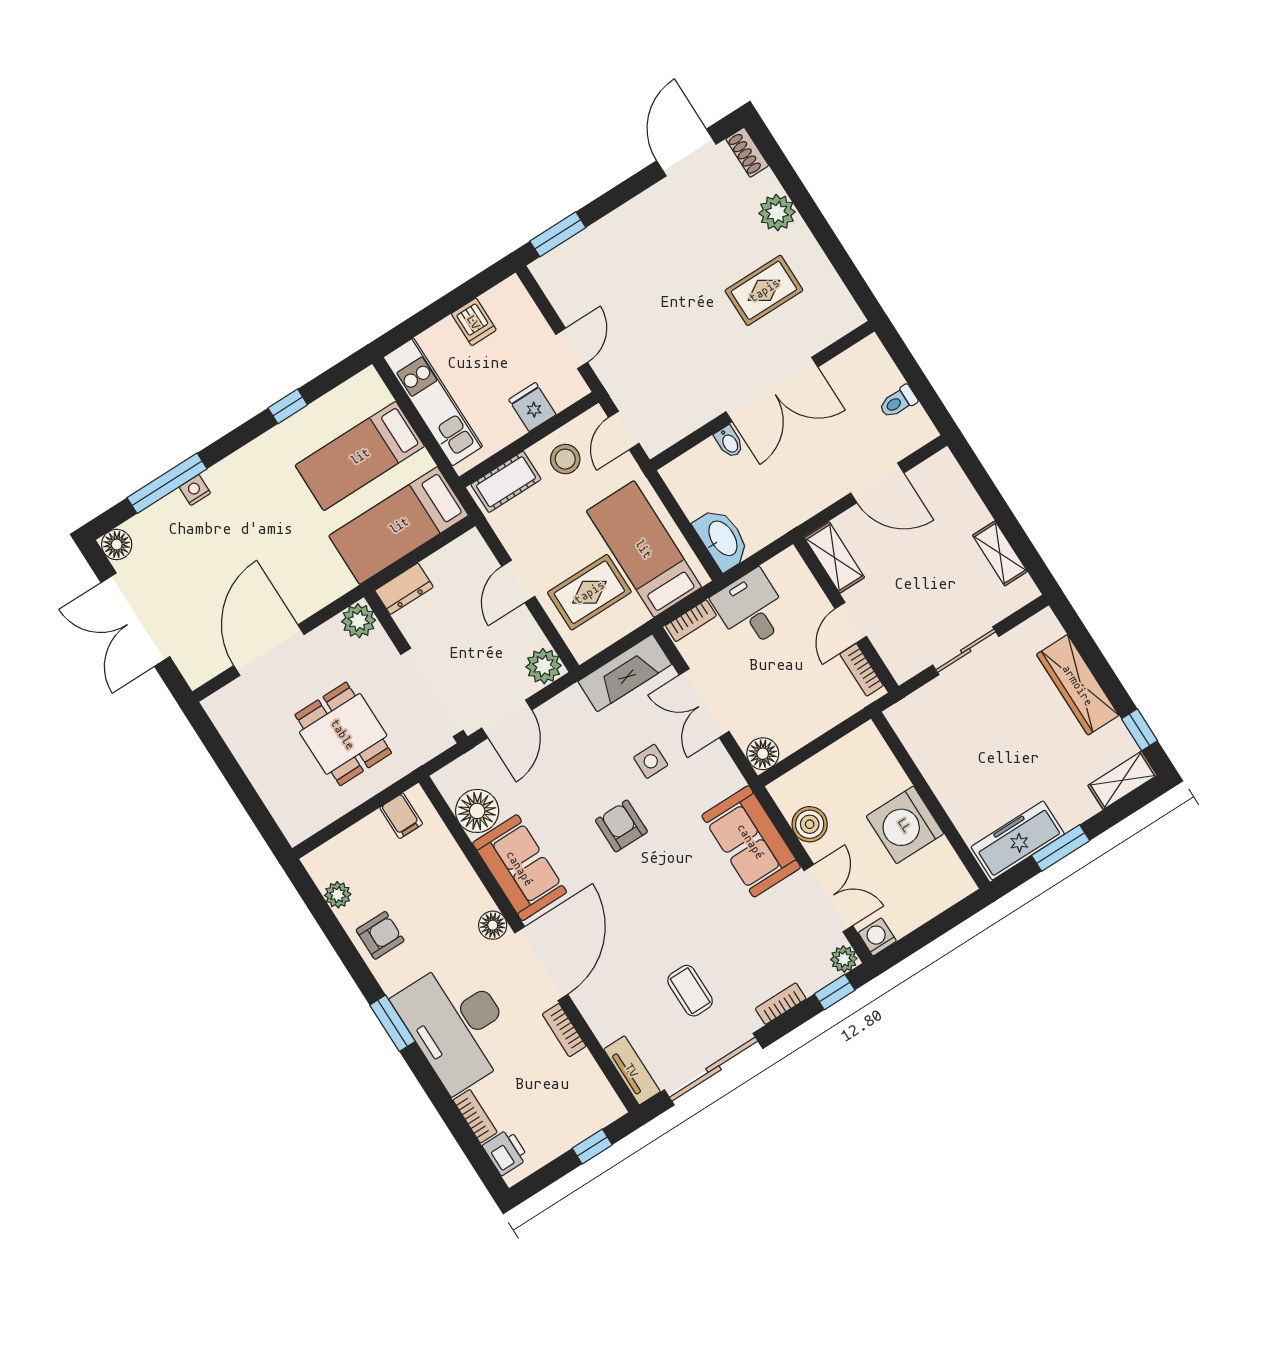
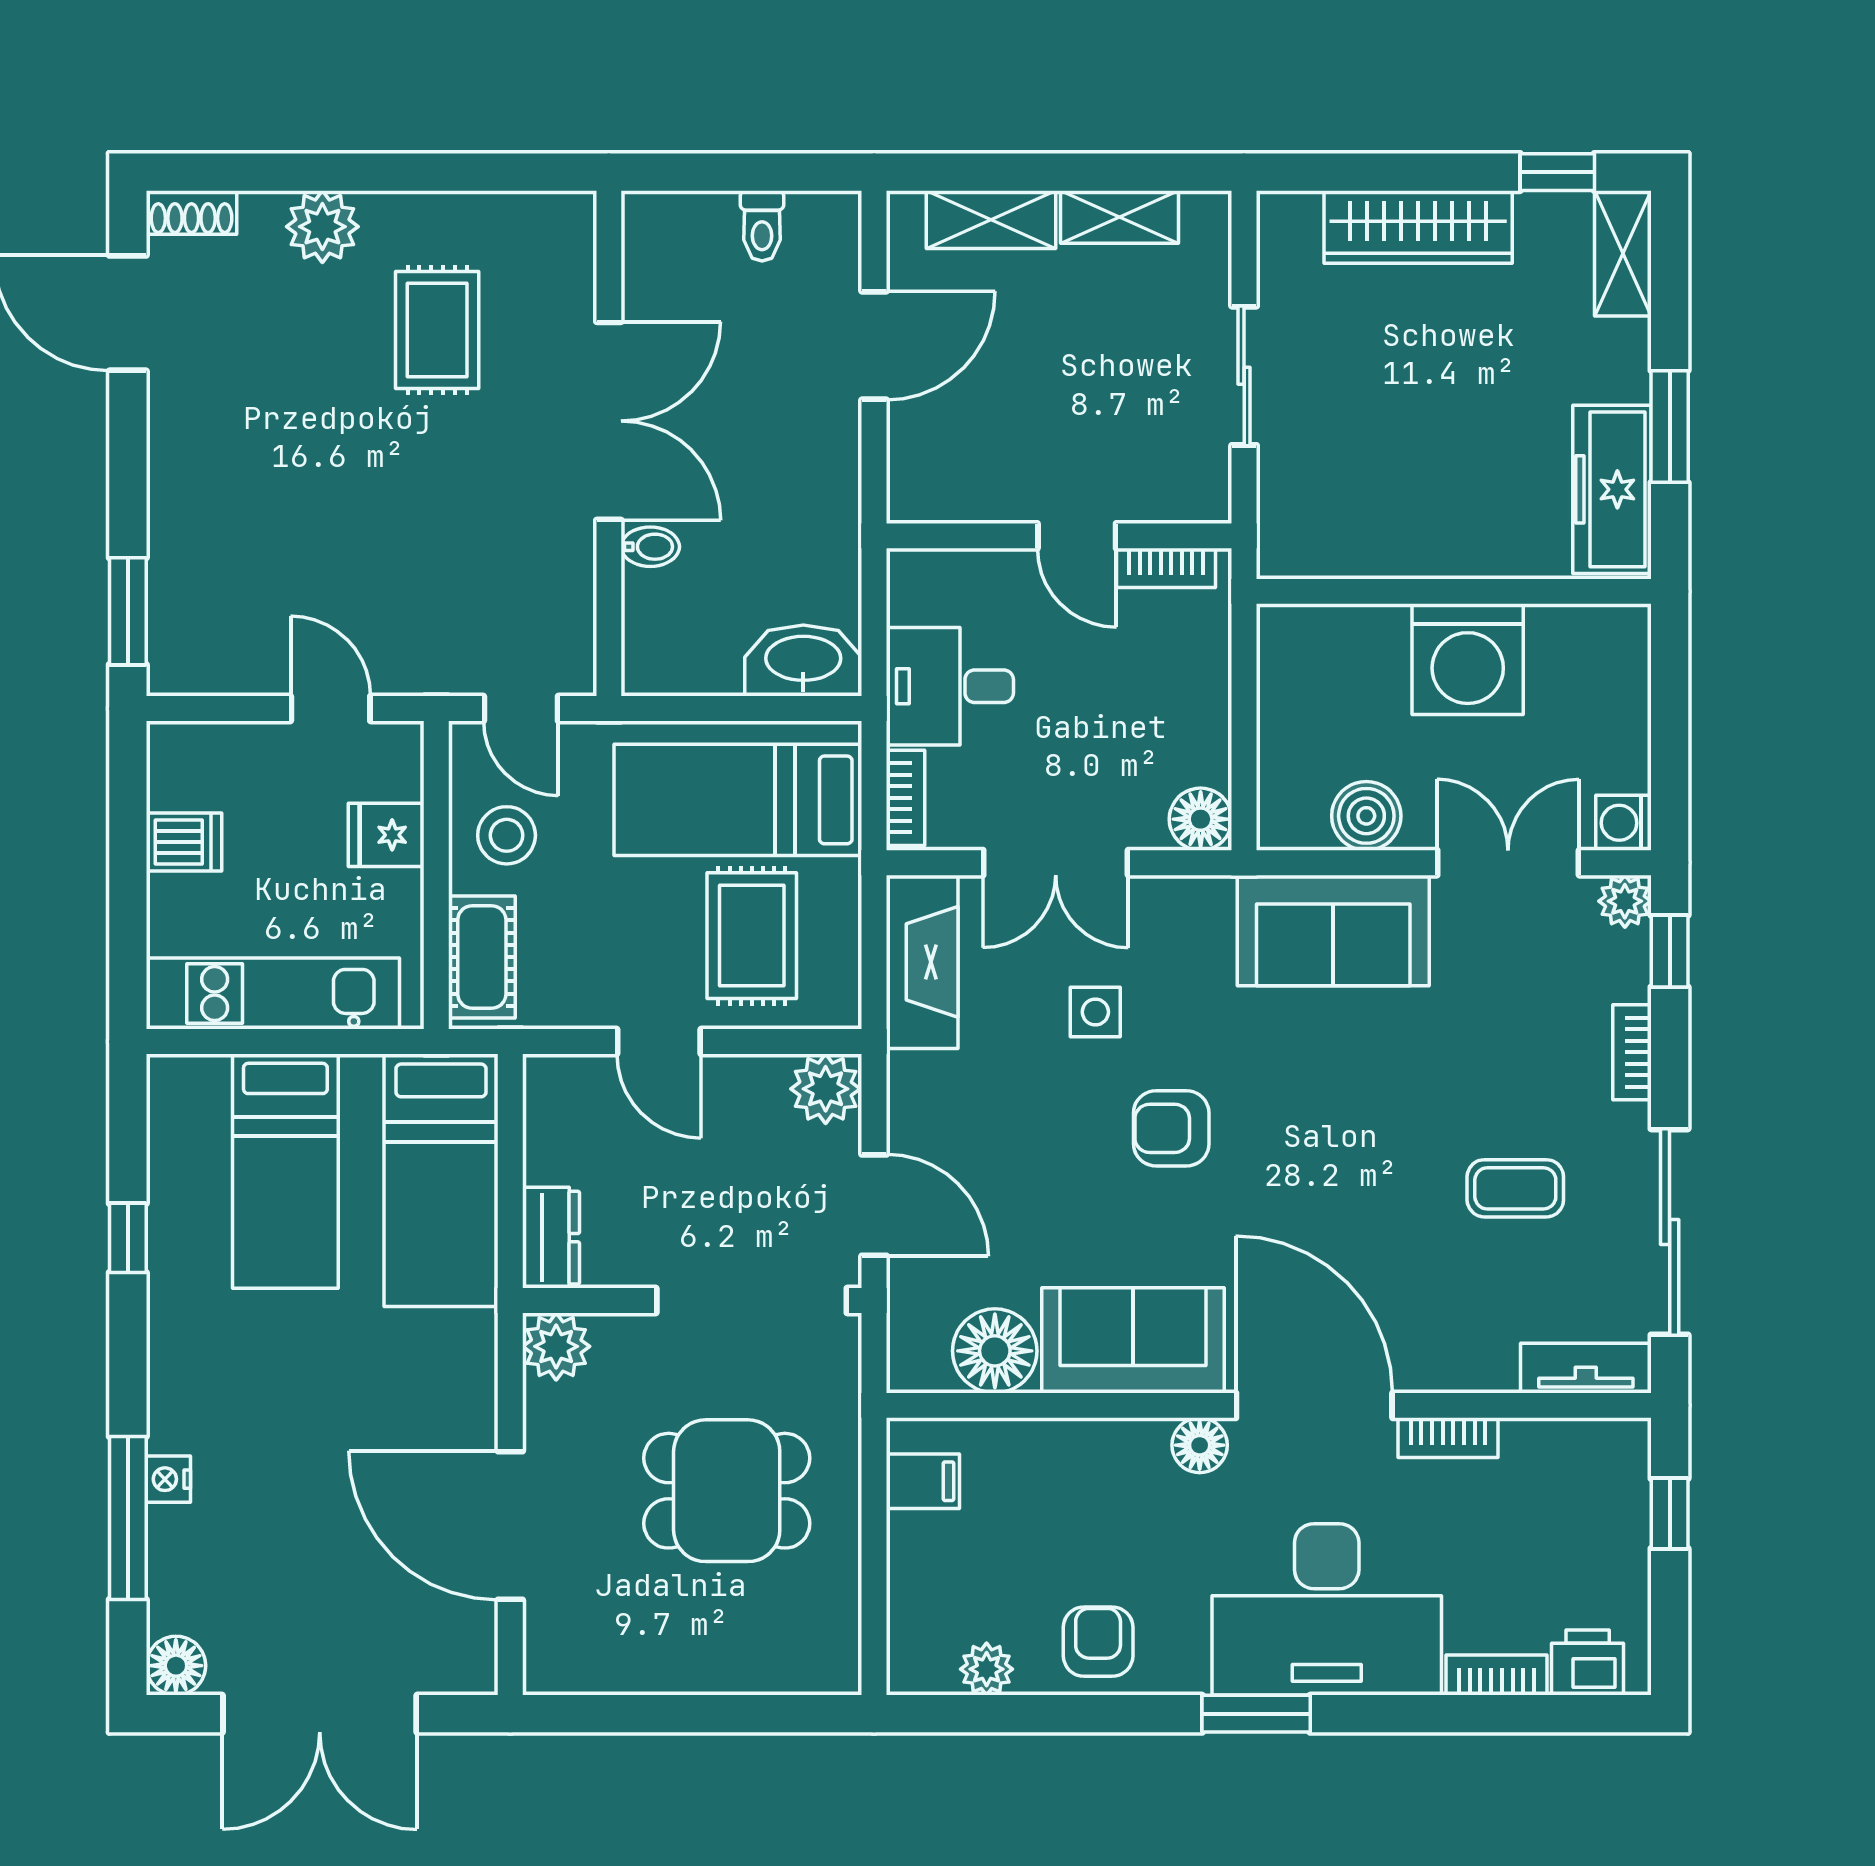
shelving: (834, 558) -> (991, 220), moved

